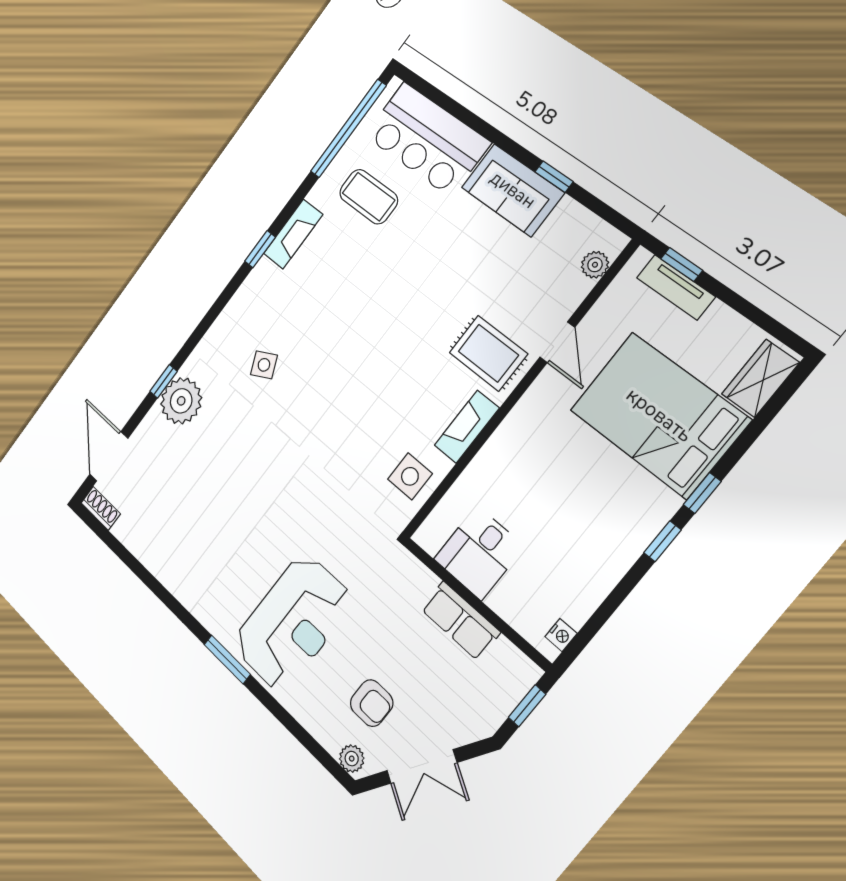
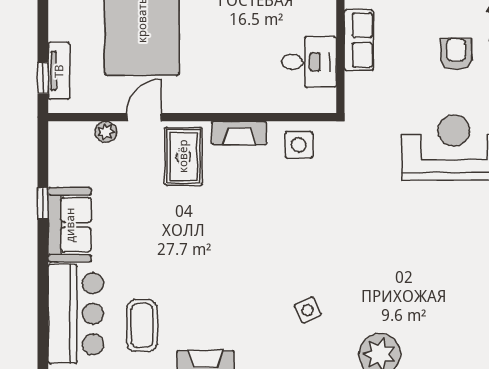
plant: (595, 265) -> (106, 132), moved

